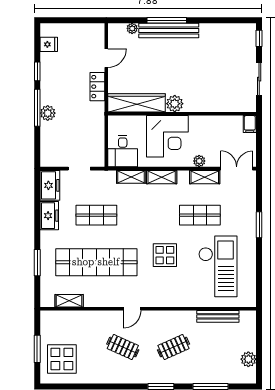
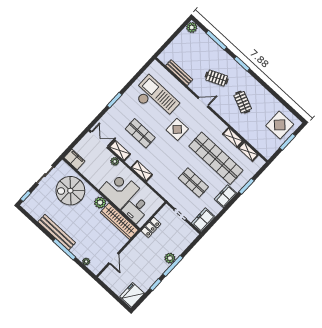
bench: (169, 31) -> (57, 232), moved
fridge: (49, 44) -> (132, 295), width x1.88, depth x1.34
door: (106, 58) -> (114, 259), swing flipped
locker: (97, 87) -> (151, 227), moved
spiral stairs: (217, 87) -> (70, 191), added
filing cabinet: (250, 124) -> (75, 159), width x2.00
desk: (123, 151) -> (136, 209), moved, turned 180
double door: (237, 169) -> (99, 140), swing flipped
shelving: (131, 177) -> (233, 138), moved
freezer: (49, 216) -> (226, 196), moved
checkout: (218, 266) -> (155, 98), turned 90
door: (132, 309) -> (203, 102), moved
plant: (248, 359) -> (192, 27), moved

